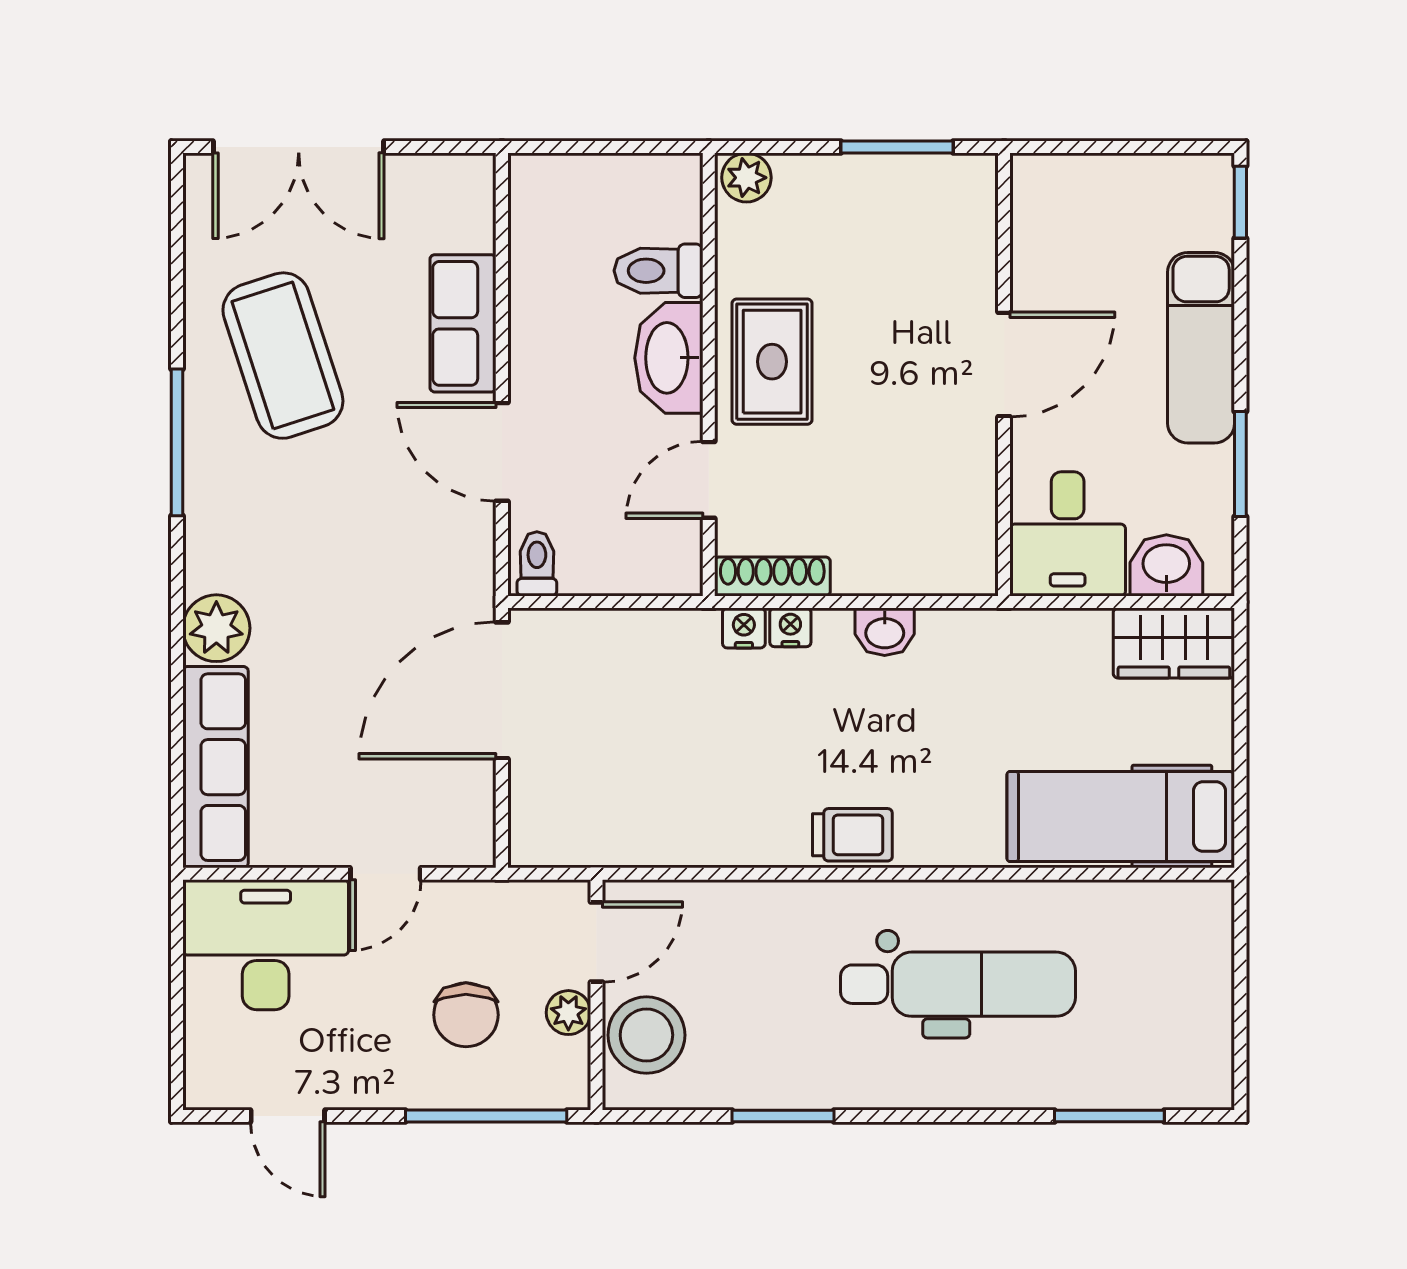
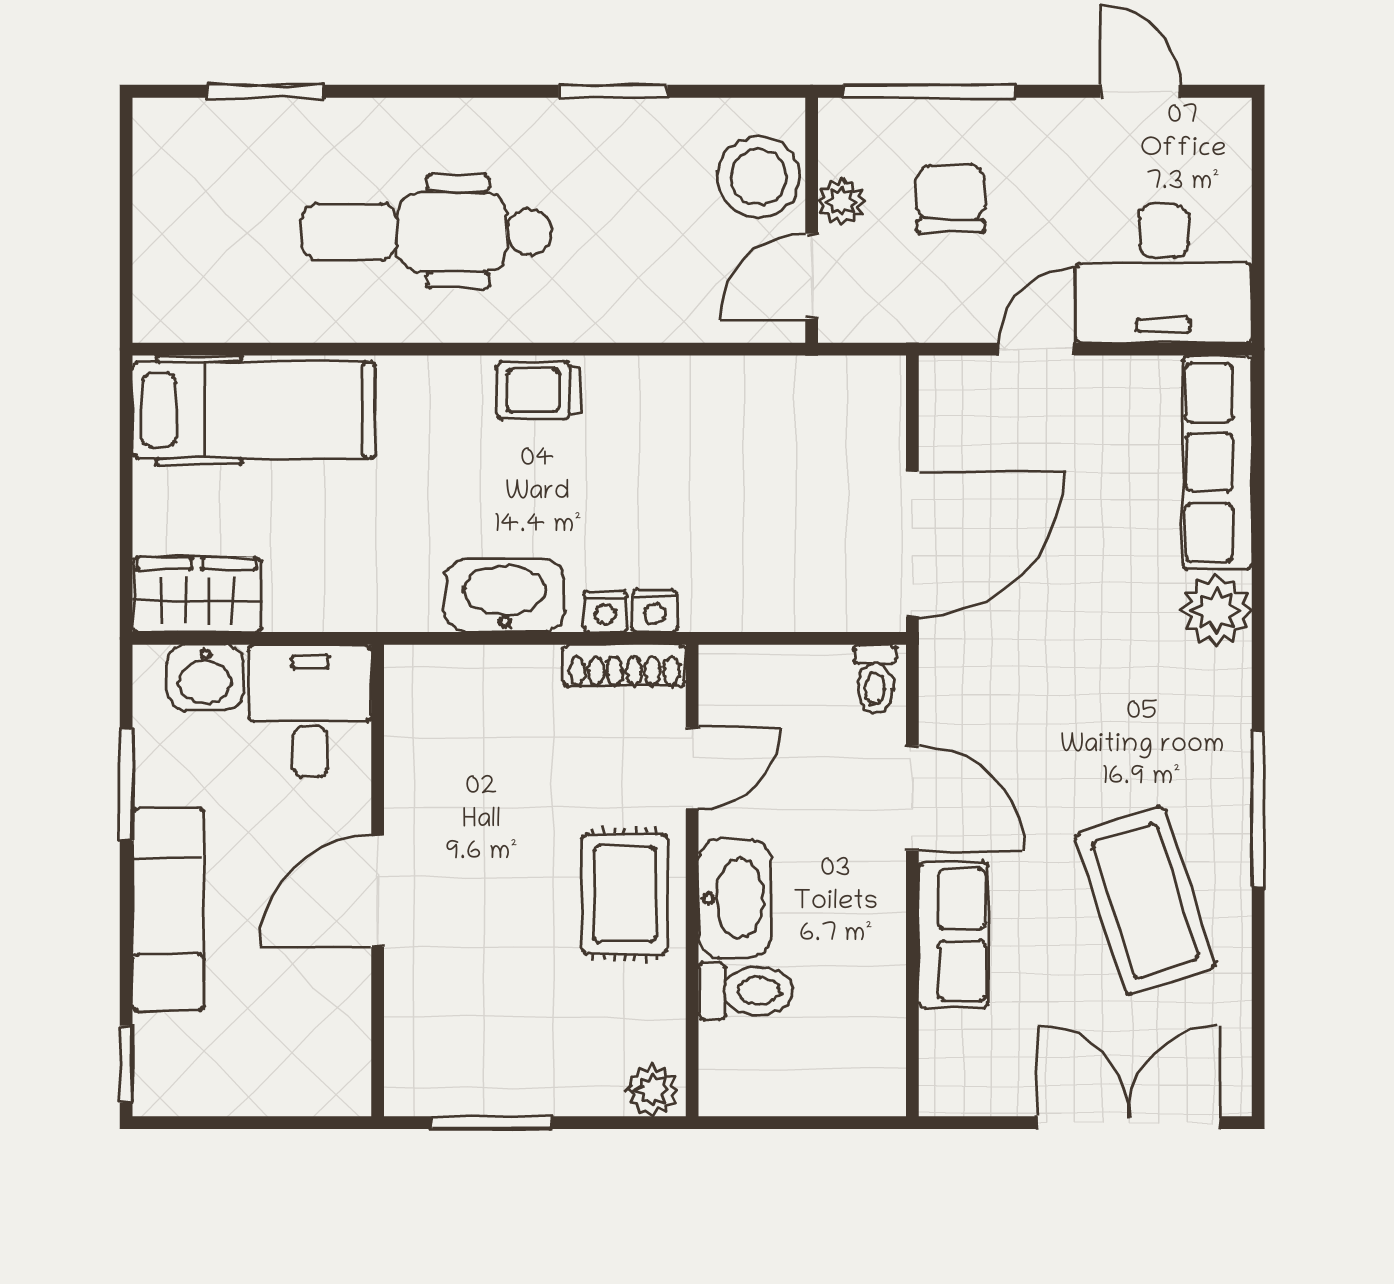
washbasin: (885, 632) -> (505, 595), width x1.91, depth x1.45

